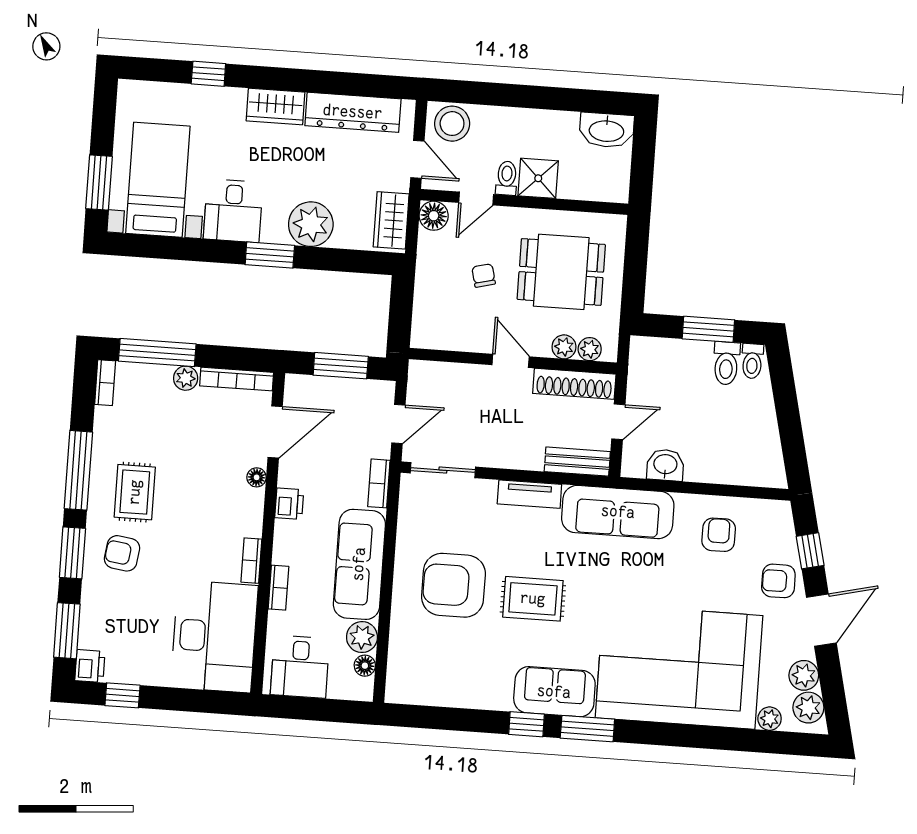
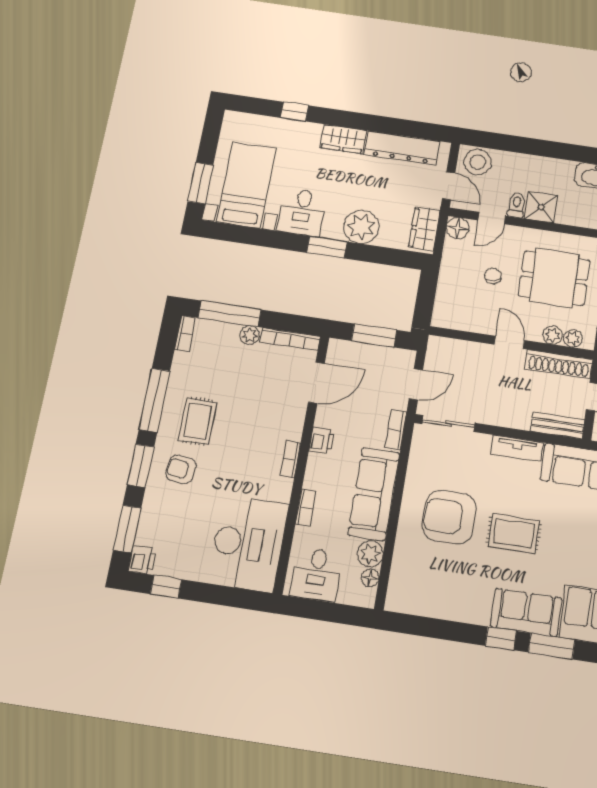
floor lamp: (257, 477) -> (298, 417), removed
bookcase: (251, 561) -> (290, 459), moved

